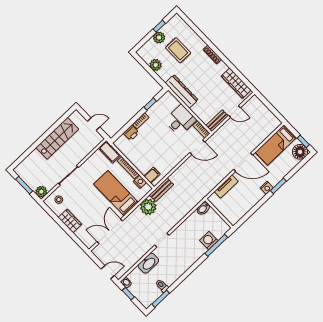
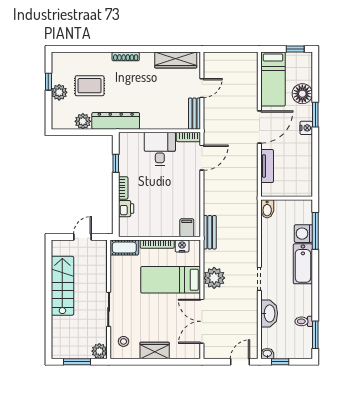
dresser: (182, 91) -> (116, 121), moved
floor lamp: (300, 152) -> (302, 94), moved
plant: (148, 207) -> (214, 278), moved
bathtub: (192, 256) -> (303, 264), added

